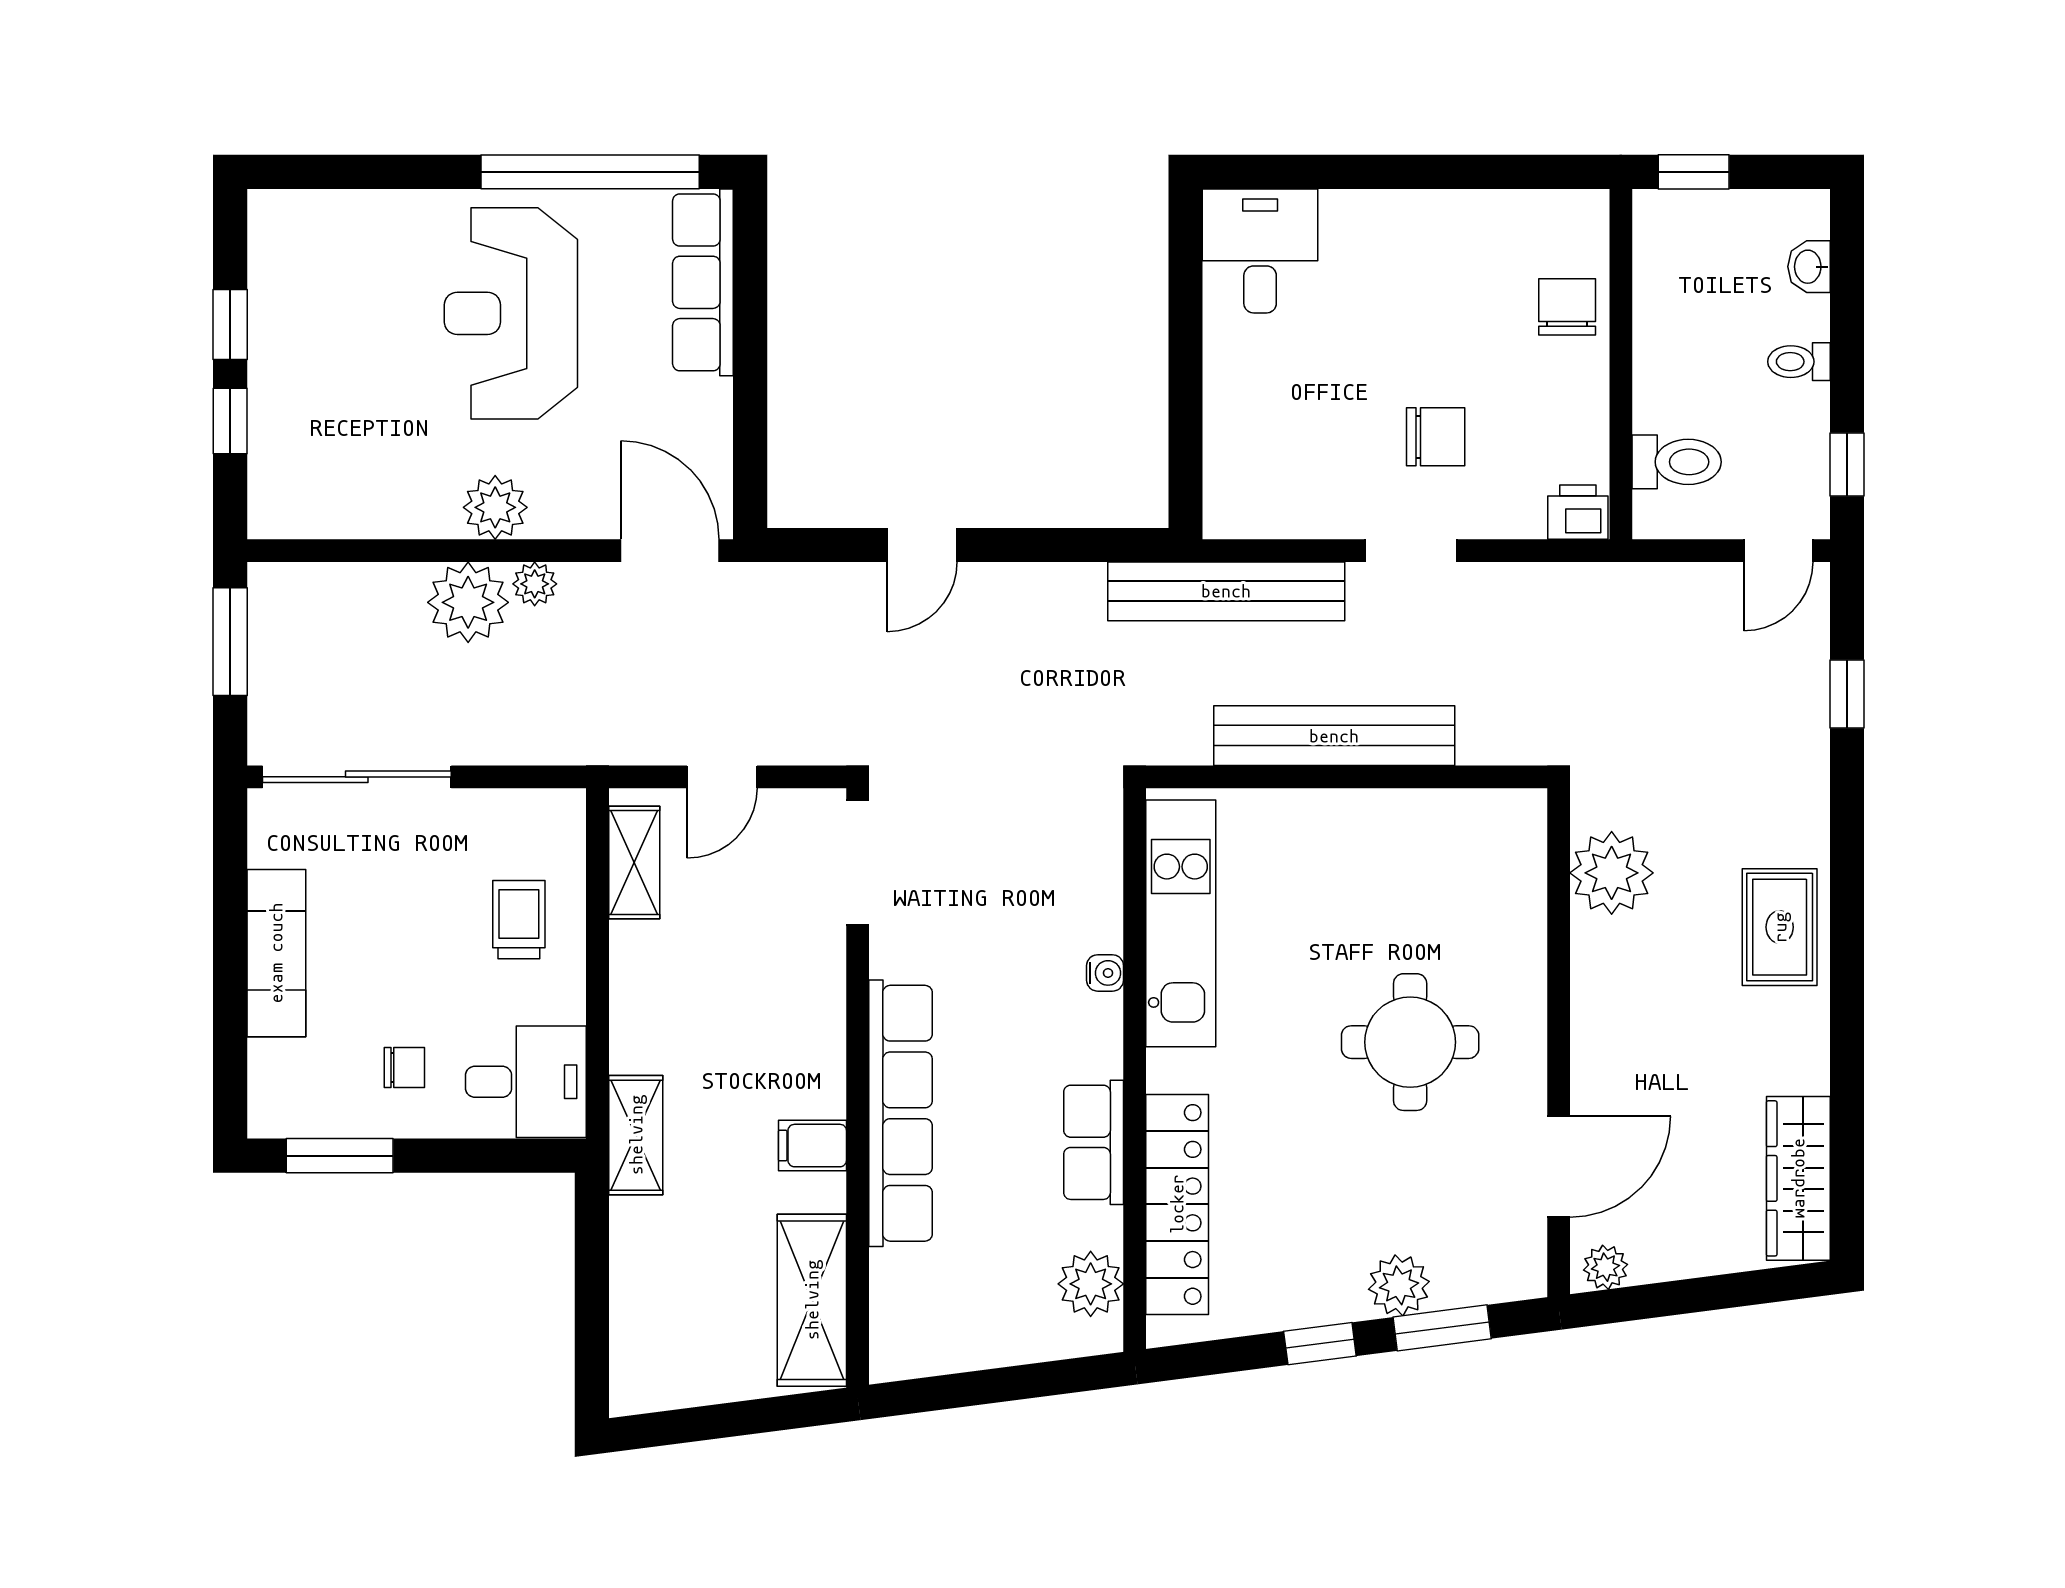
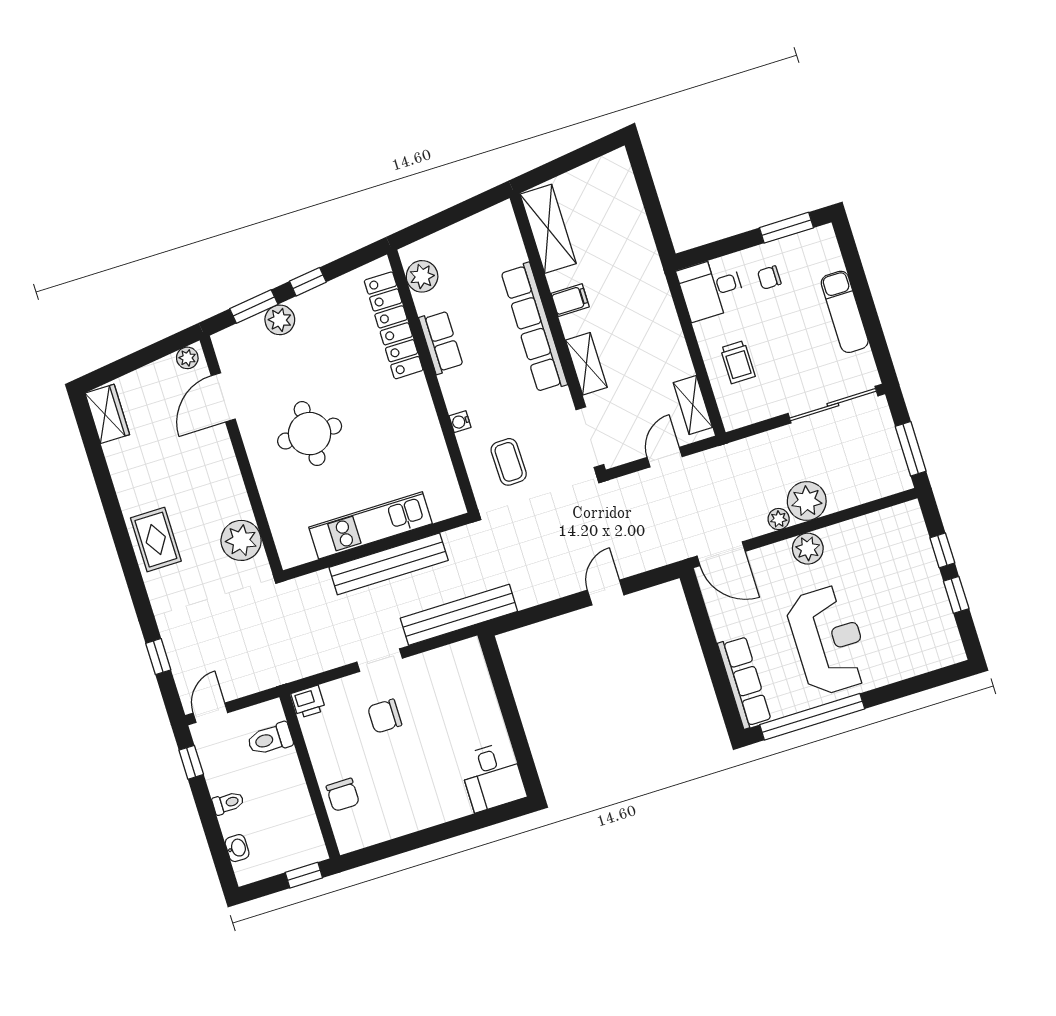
coffee table: (1034, 863) -> (509, 462), added
kitchen unit: (1181, 923) -> (371, 525), moved, turned 90
shelving: (636, 1135) -> (586, 364), moved
wardrobe: (1798, 1178) -> (107, 414), width x0.67

